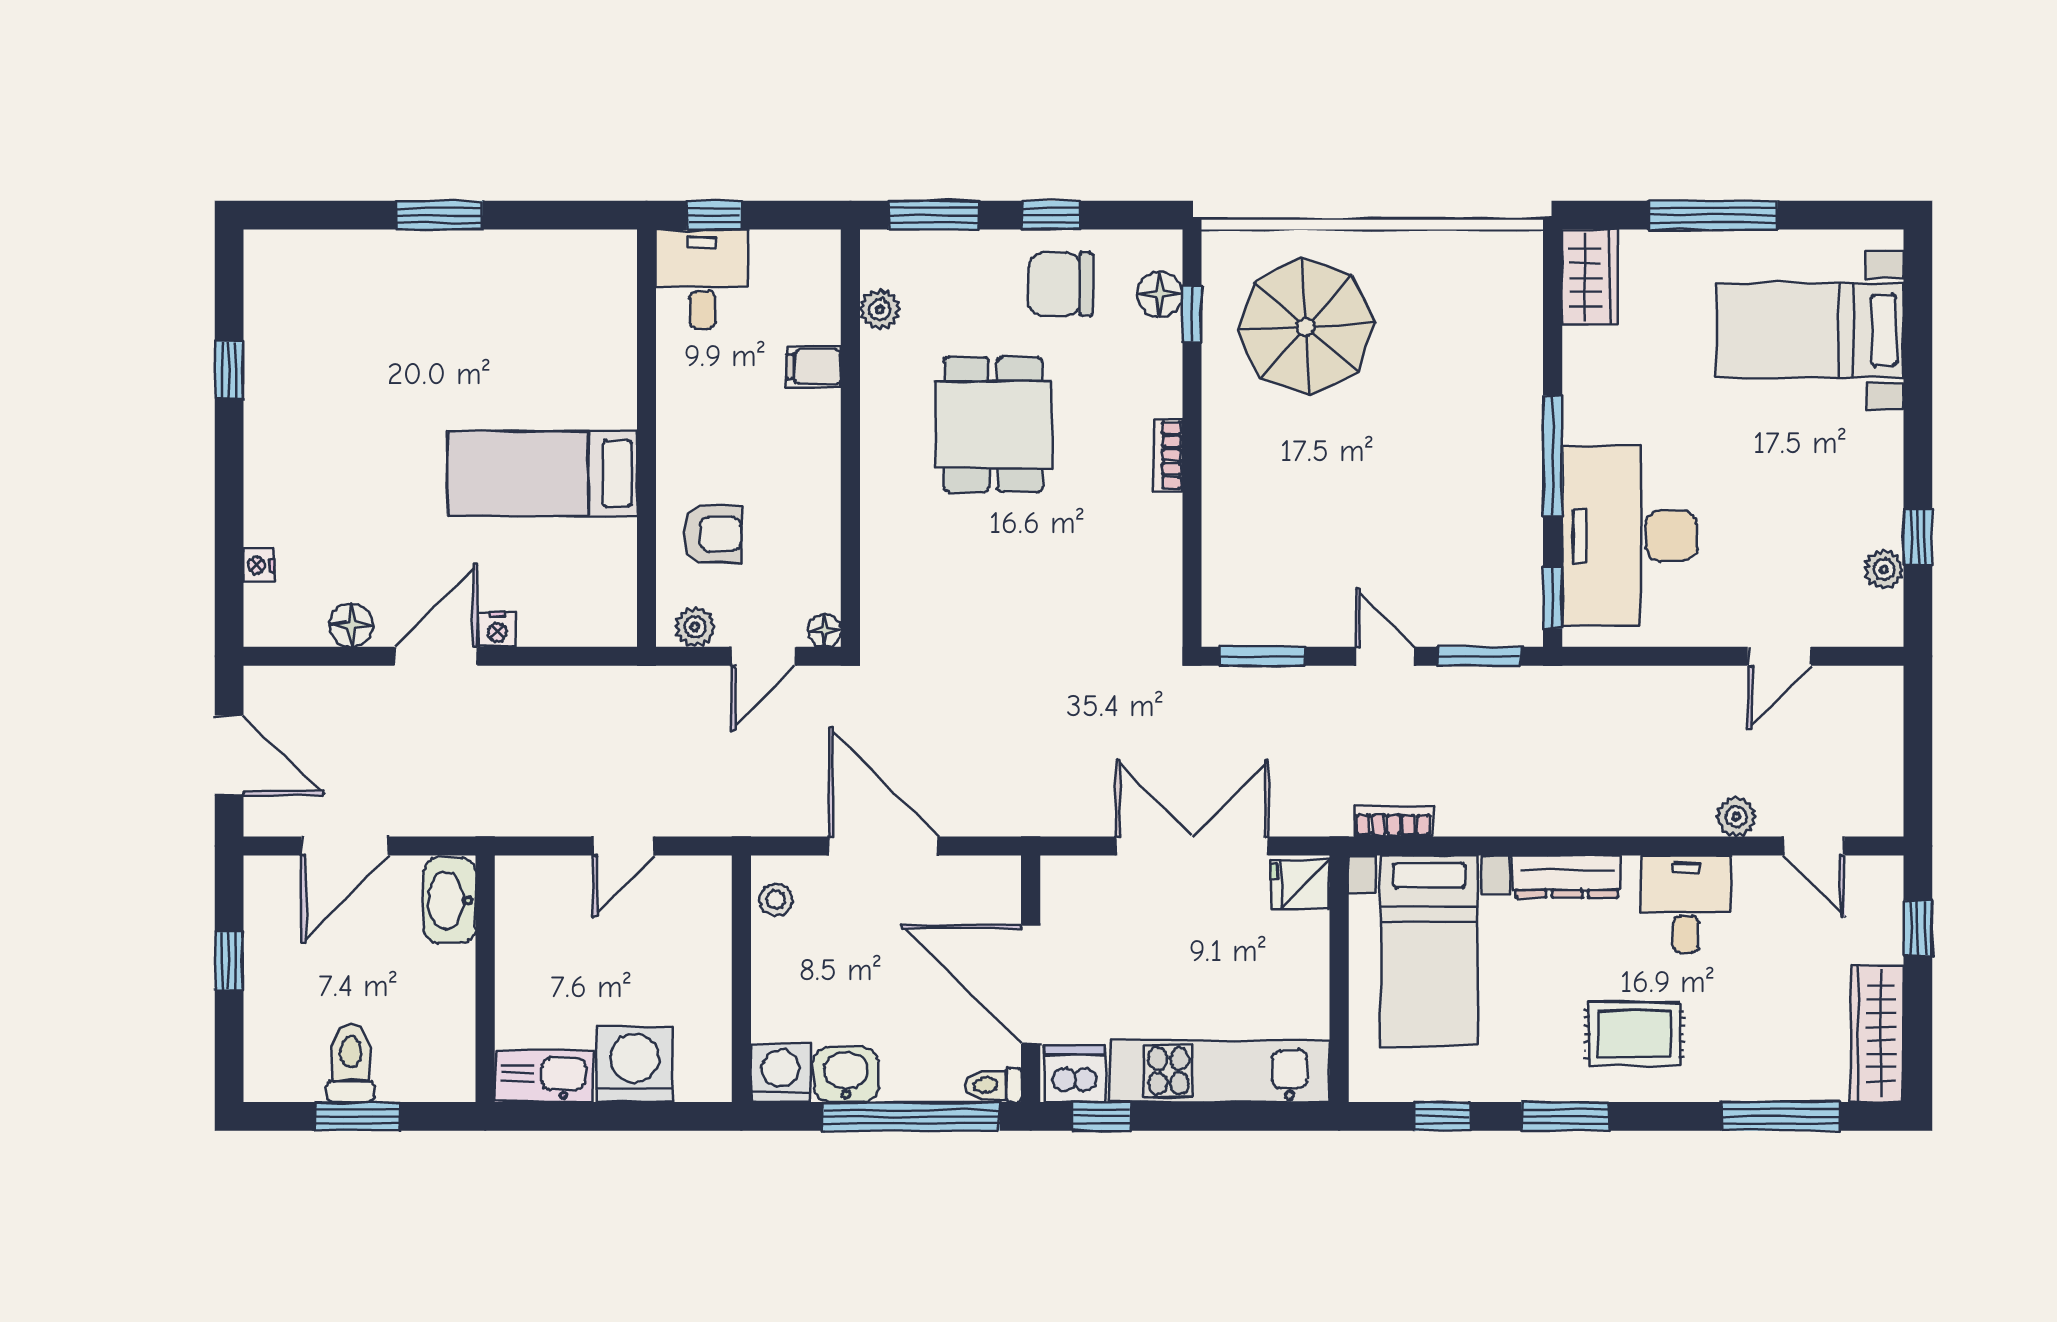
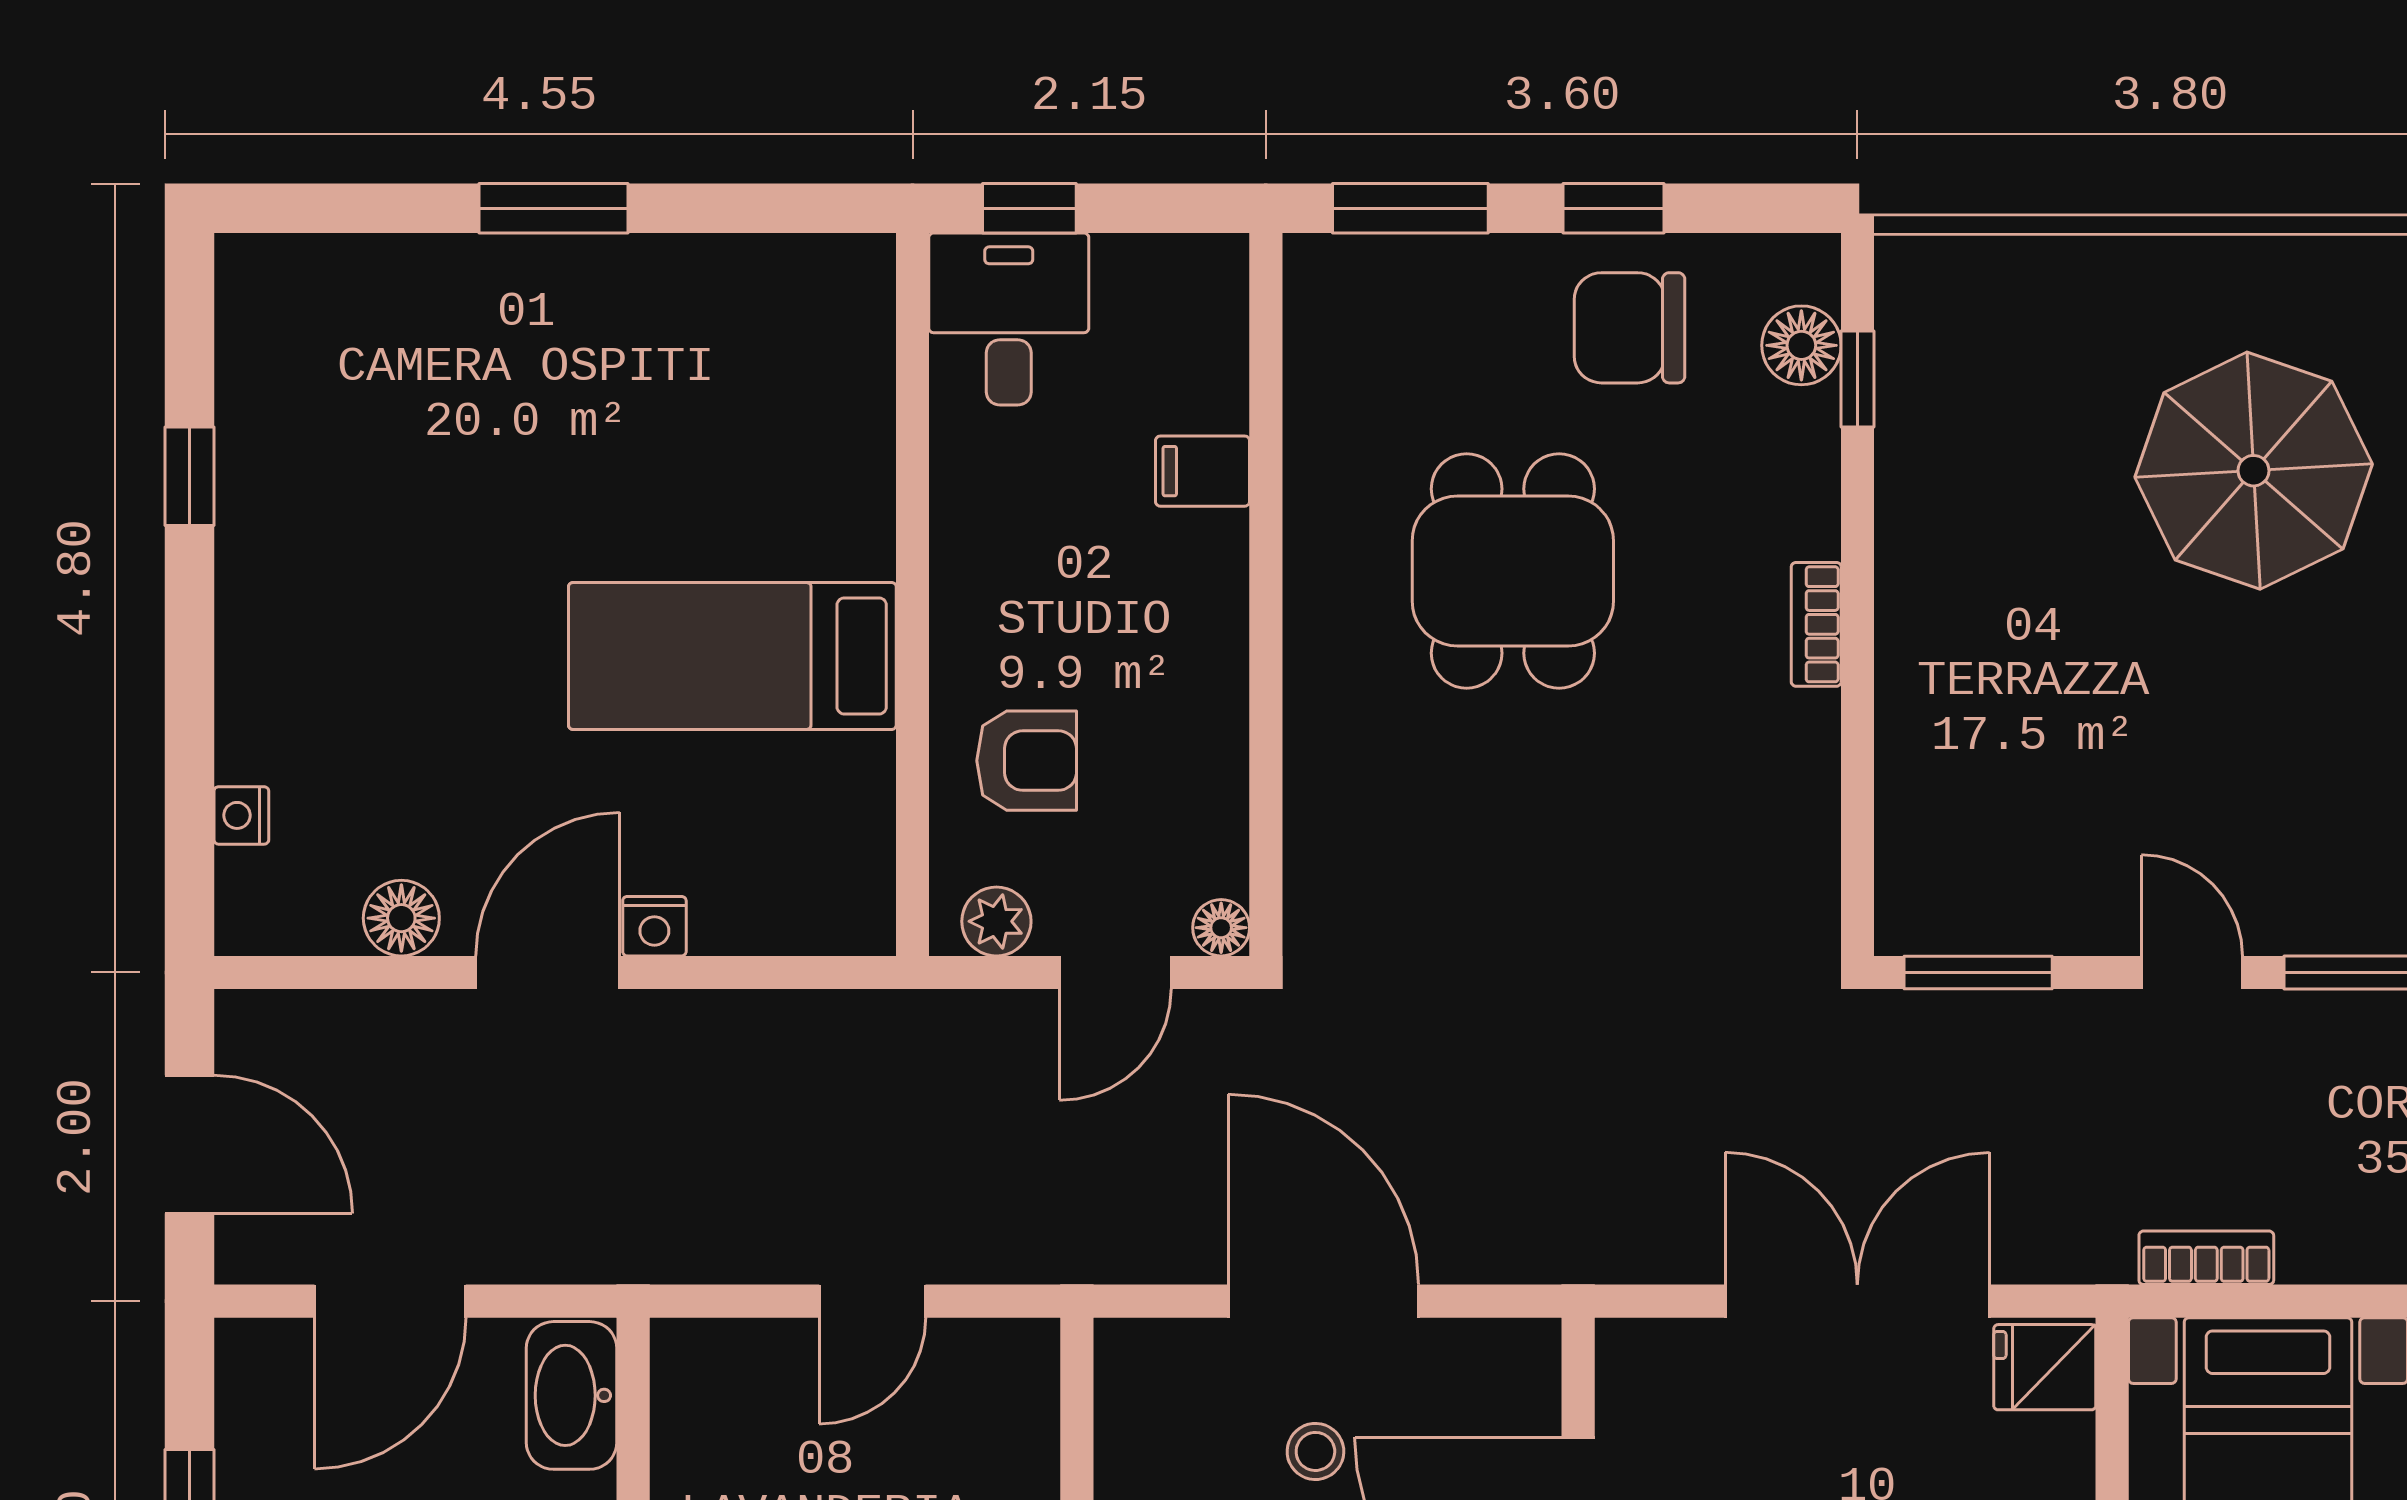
plant: (880, 309) -> (1317, 372), removed
parasol: (1306, 327) -> (2254, 471), moved
stool: (776, 900) -> (1315, 1451), moved

